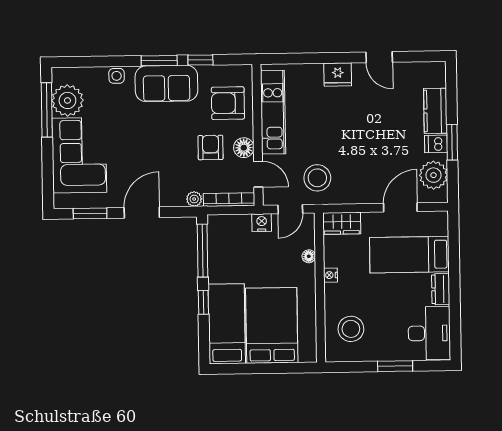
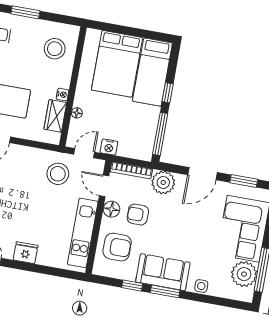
armchair: (211, 147) -> (138, 215), turned 90
plant: (194, 199) -> (163, 182), width x1.88, depth x1.88
wardrobe: (342, 223) -> (55, 116), moved, turned -90

